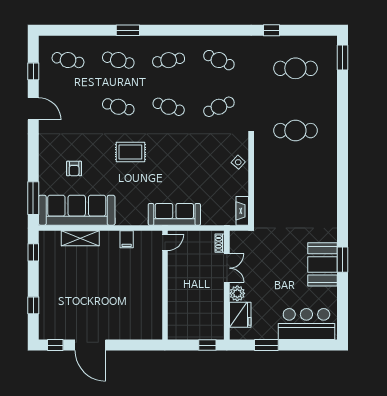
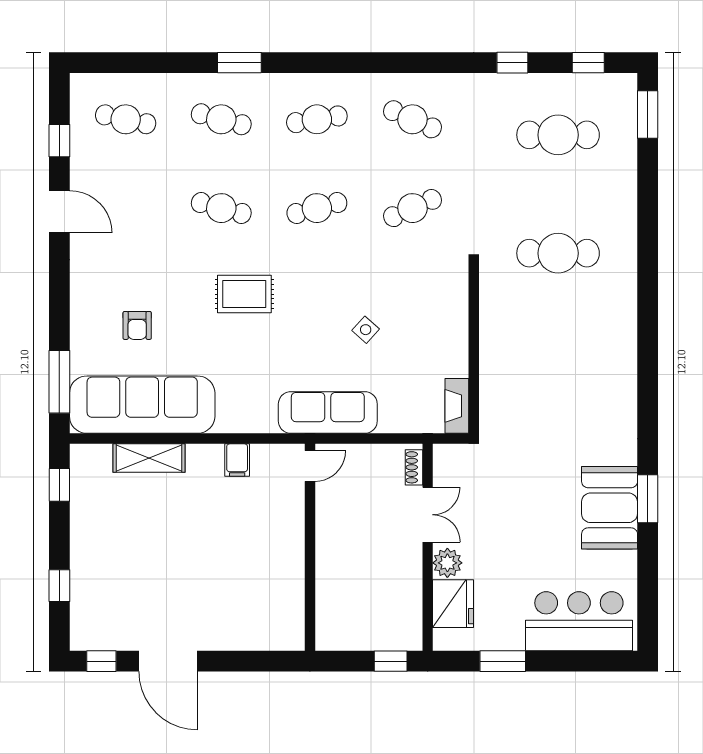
window: (311, 30) -> (588, 63), added
cafe table: (169, 107) -> (317, 208), turned -33
side table: (238, 162) -> (366, 330), moved

